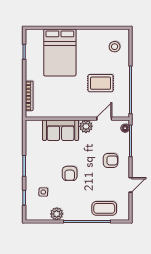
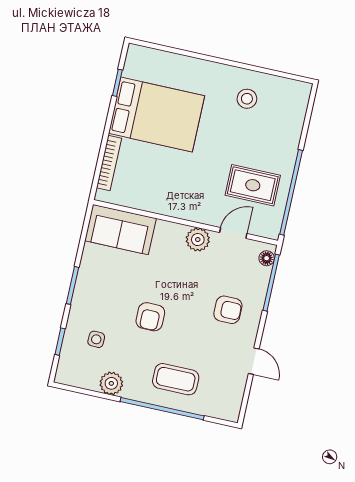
stool: (115, 47) -> (247, 99), moved
bed: (60, 52) -> (156, 115), moved, turned -90
rug: (101, 83) -> (253, 185), moved
sofa: (61, 130) -> (120, 230), moved
door: (130, 185) -> (254, 361), hinge flipped
coffee table: (104, 208) -> (176, 379), moved

